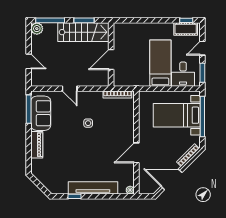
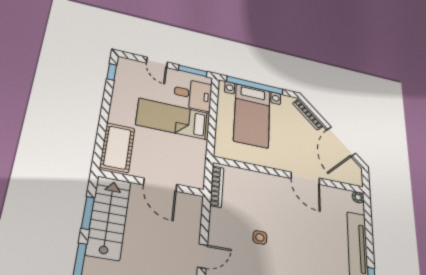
cot: (186, 29) -> (117, 148), moved, width x1.37, depth x1.34

